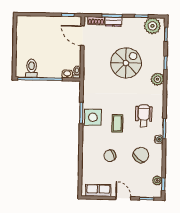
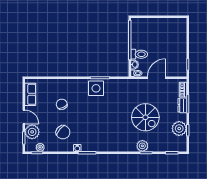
plant: (152, 26) -> (179, 128), moved
door: (83, 36) -> (157, 78), moved
toilet: (31, 68) -> (139, 54), moved
plant: (157, 79) -> (142, 146), moved
wheelchair: (144, 116) -> (98, 134), removed
coffee table: (117, 123) -> (91, 110), removed
plant: (140, 189) -> (32, 132), added
door: (123, 198) -> (24, 117), hinge flipped

